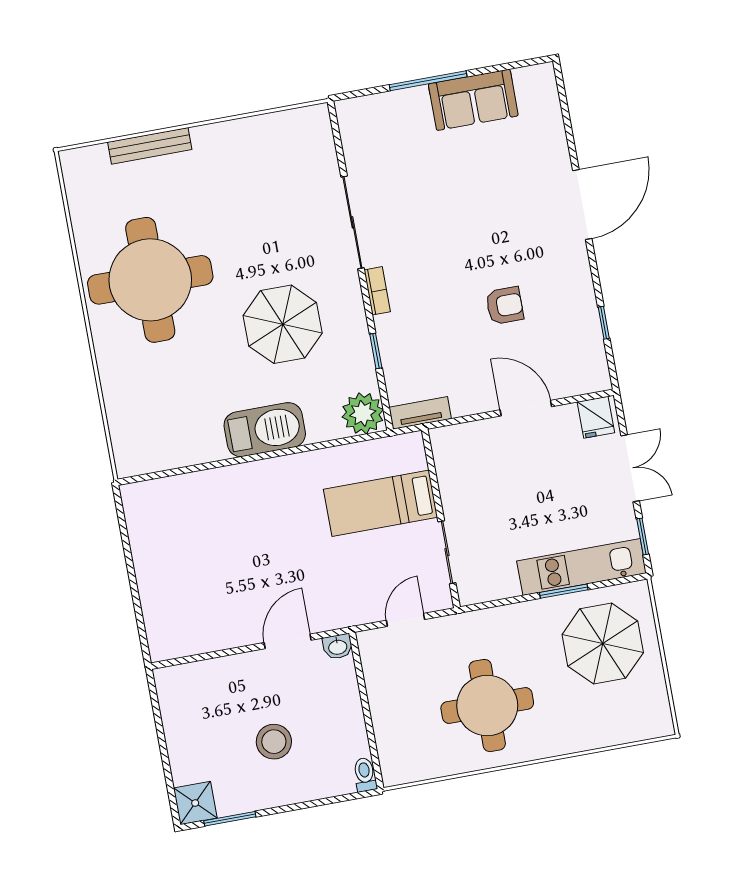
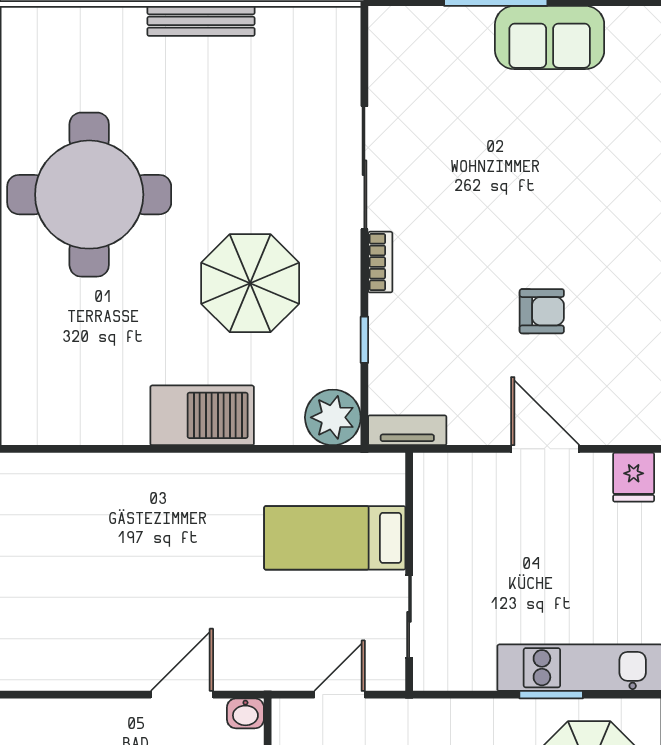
bench: (150, 146) -> (201, 21), moved

